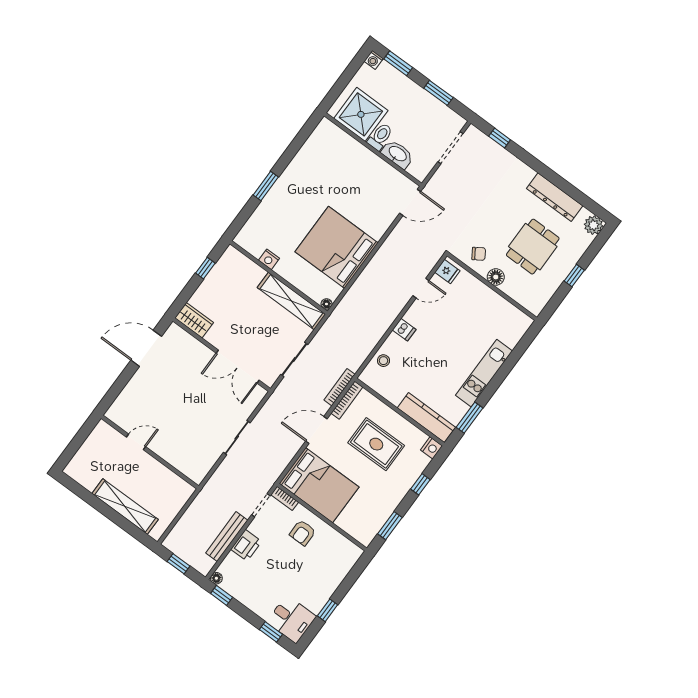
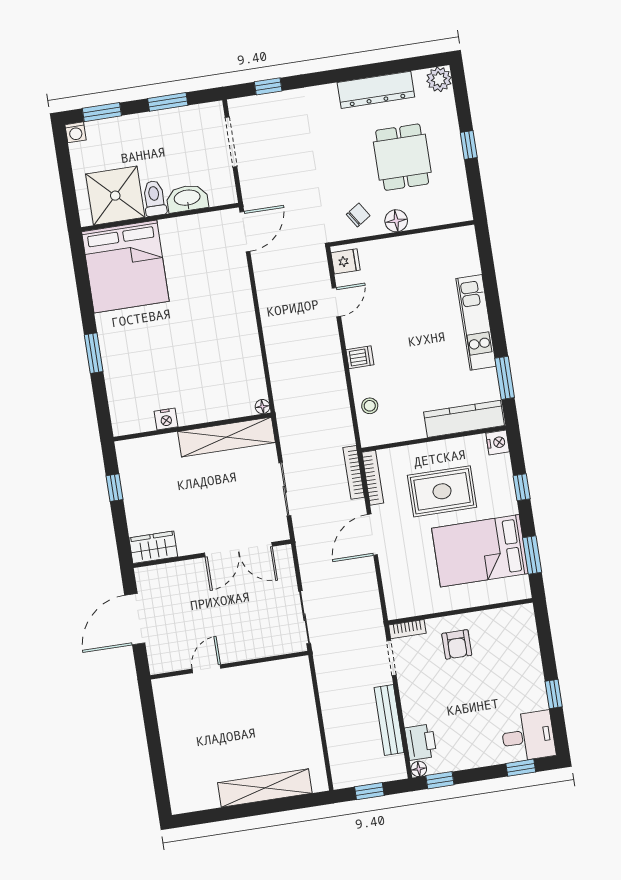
bed: (337, 247) -> (125, 267), moved, turned -90
door: (136, 442) -> (207, 669), moved
wall: (150, 452) -> (229, 665), moved
bed: (319, 485) -> (480, 551), moved, turned 180
printer: (246, 545) -> (421, 742), moved

